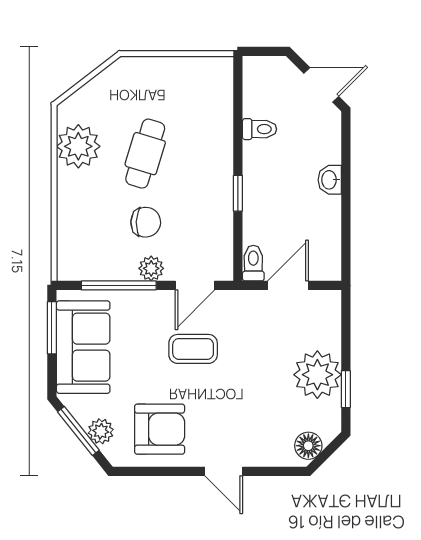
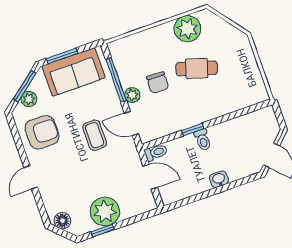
toilet: (259, 129) -> (203, 140), moved
window: (52, 328) -> (62, 56), moved
armchair: (160, 429) -> (42, 132), turned -90

